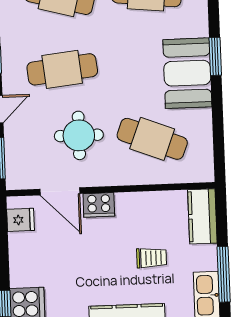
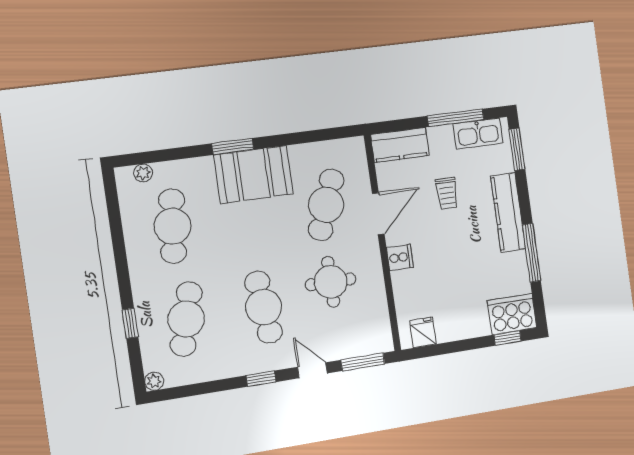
door: (60, 191) -> (378, 214), moved
cooker: (99, 205) -> (400, 257), width x0.73
trolley: (152, 258) -> (447, 193), turned 180

